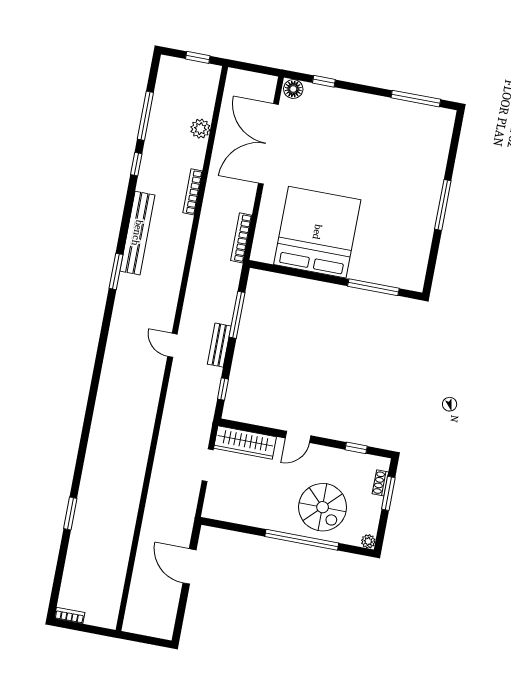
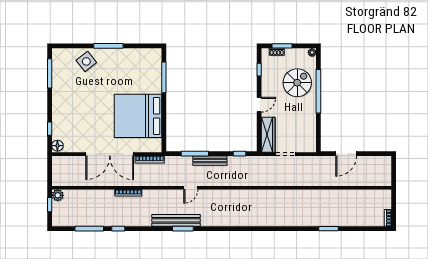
plant: (200, 129) -> (58, 195), moved
double door: (268, 144) -> (110, 154), moved
side table: (424, 163) -> (86, 61), added
bench: (137, 233) -> (176, 220), moved
door: (172, 345) -> (191, 188), moved
bench: (219, 345) -> (210, 161), width x1.36
door: (298, 437) -> (259, 105), hinge flipped

